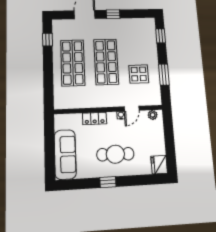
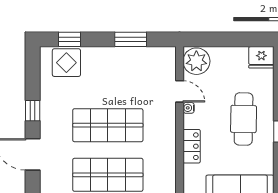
display table: (139, 74) -> (66, 63), moved
plant: (153, 115) -> (196, 61), width x1.87, depth x1.87

